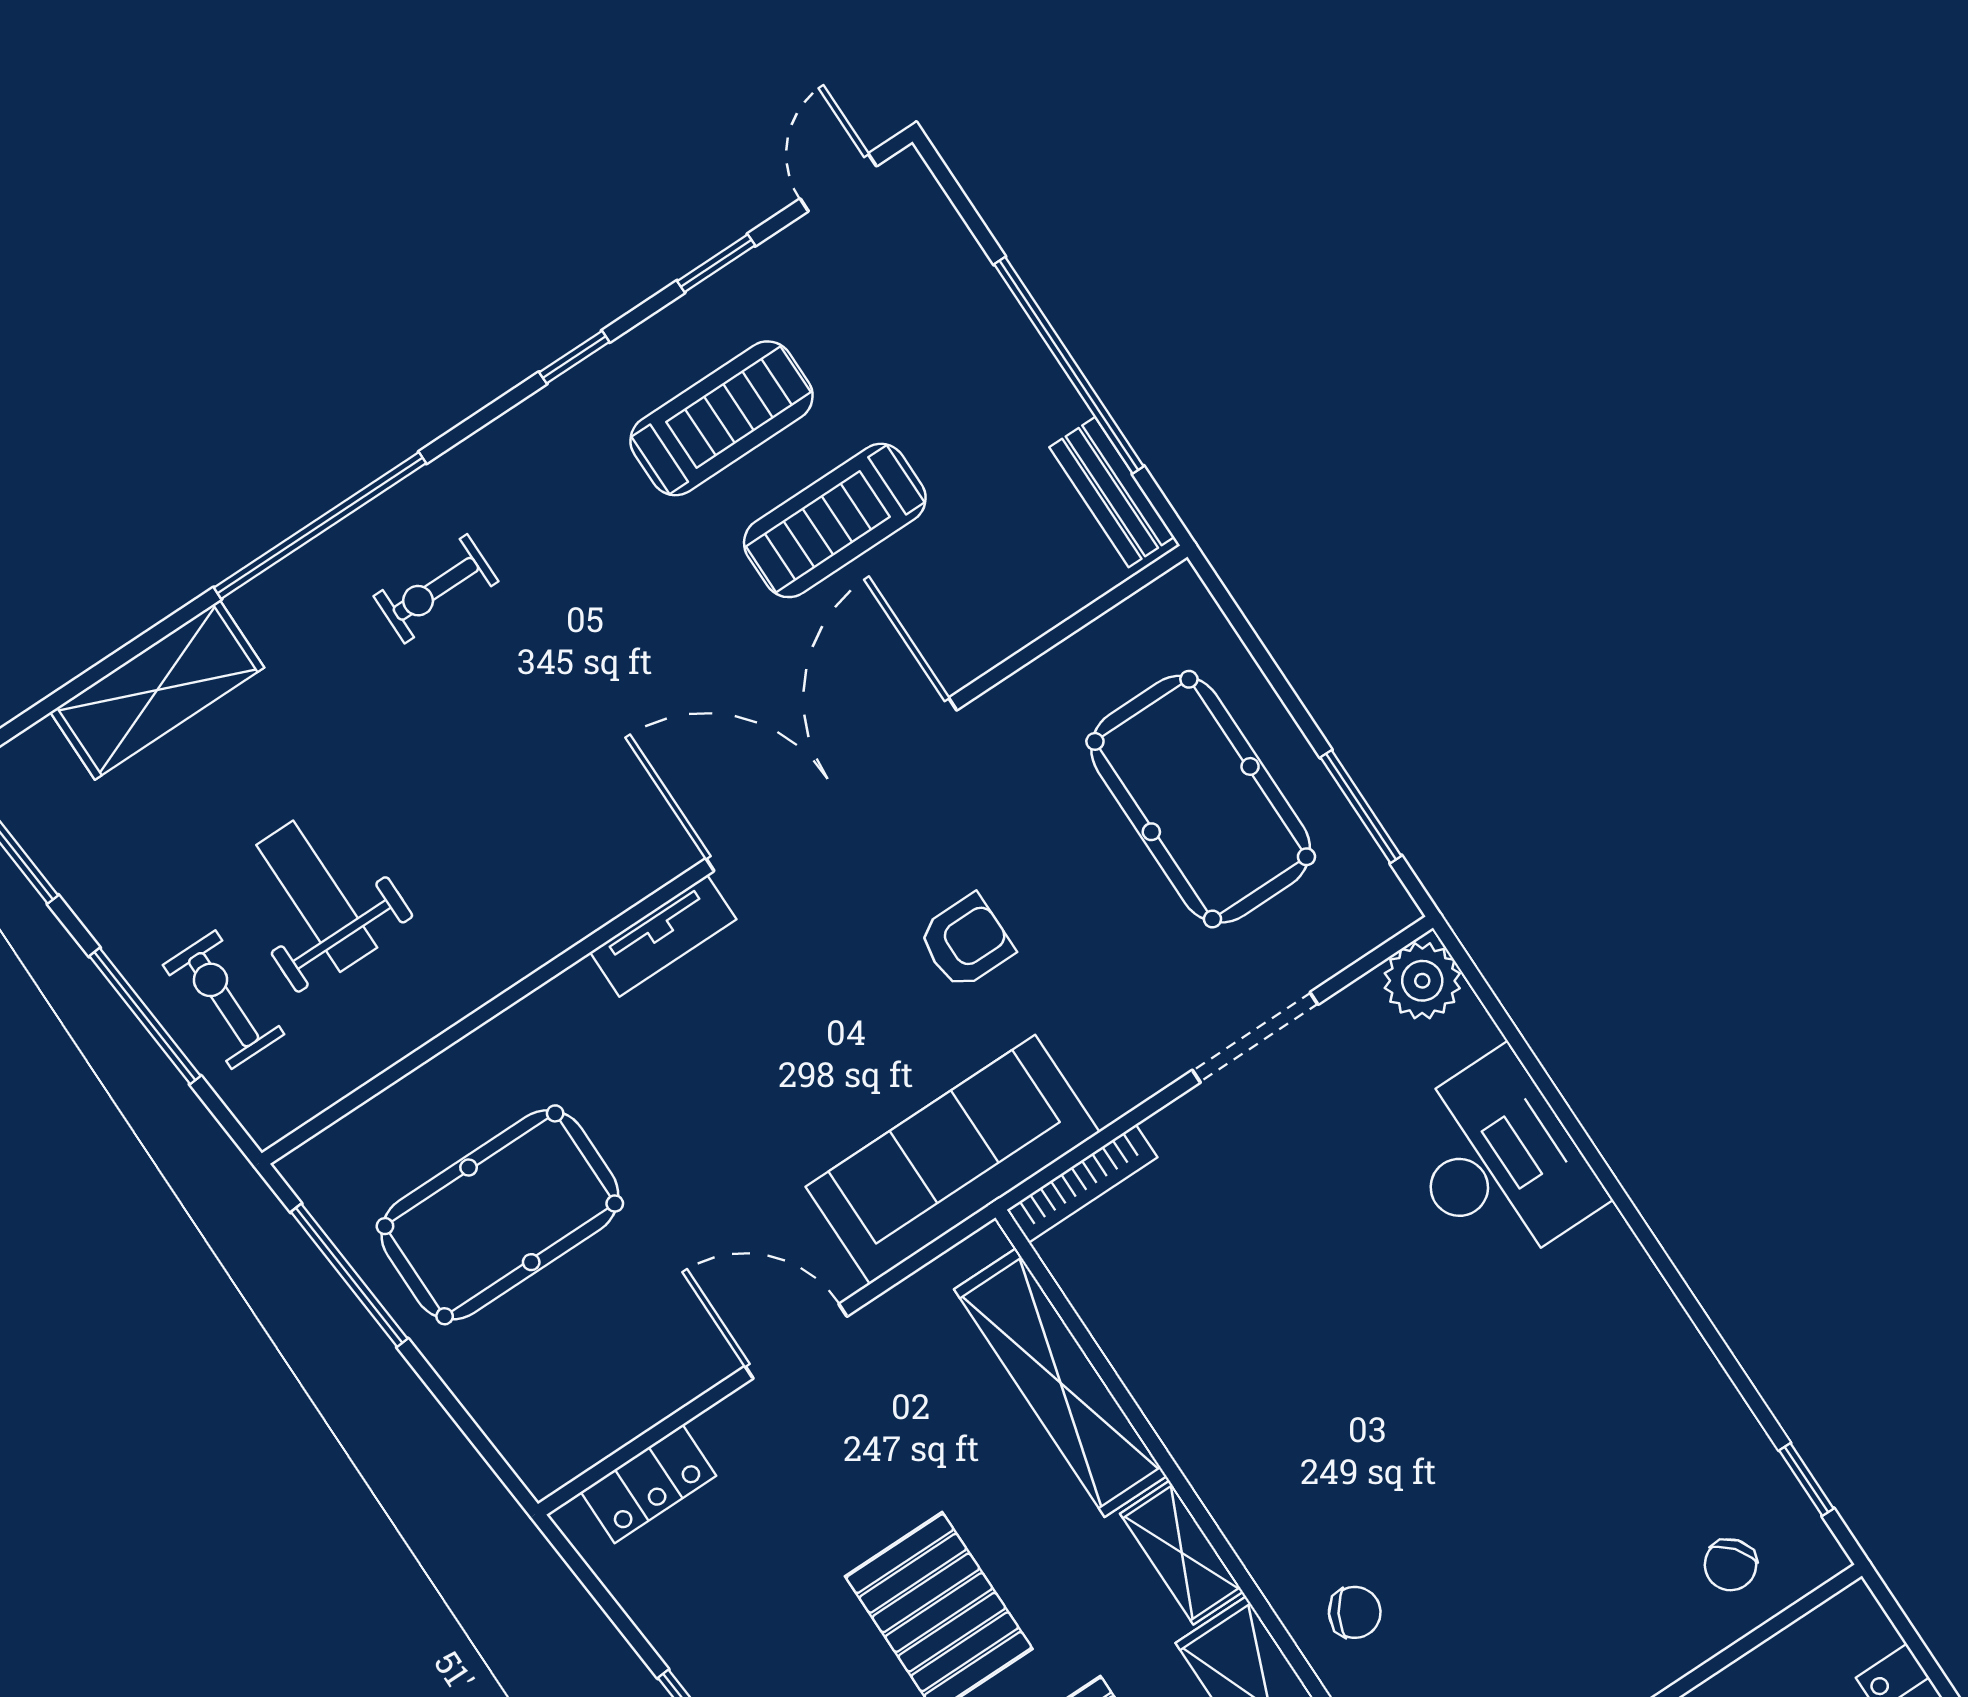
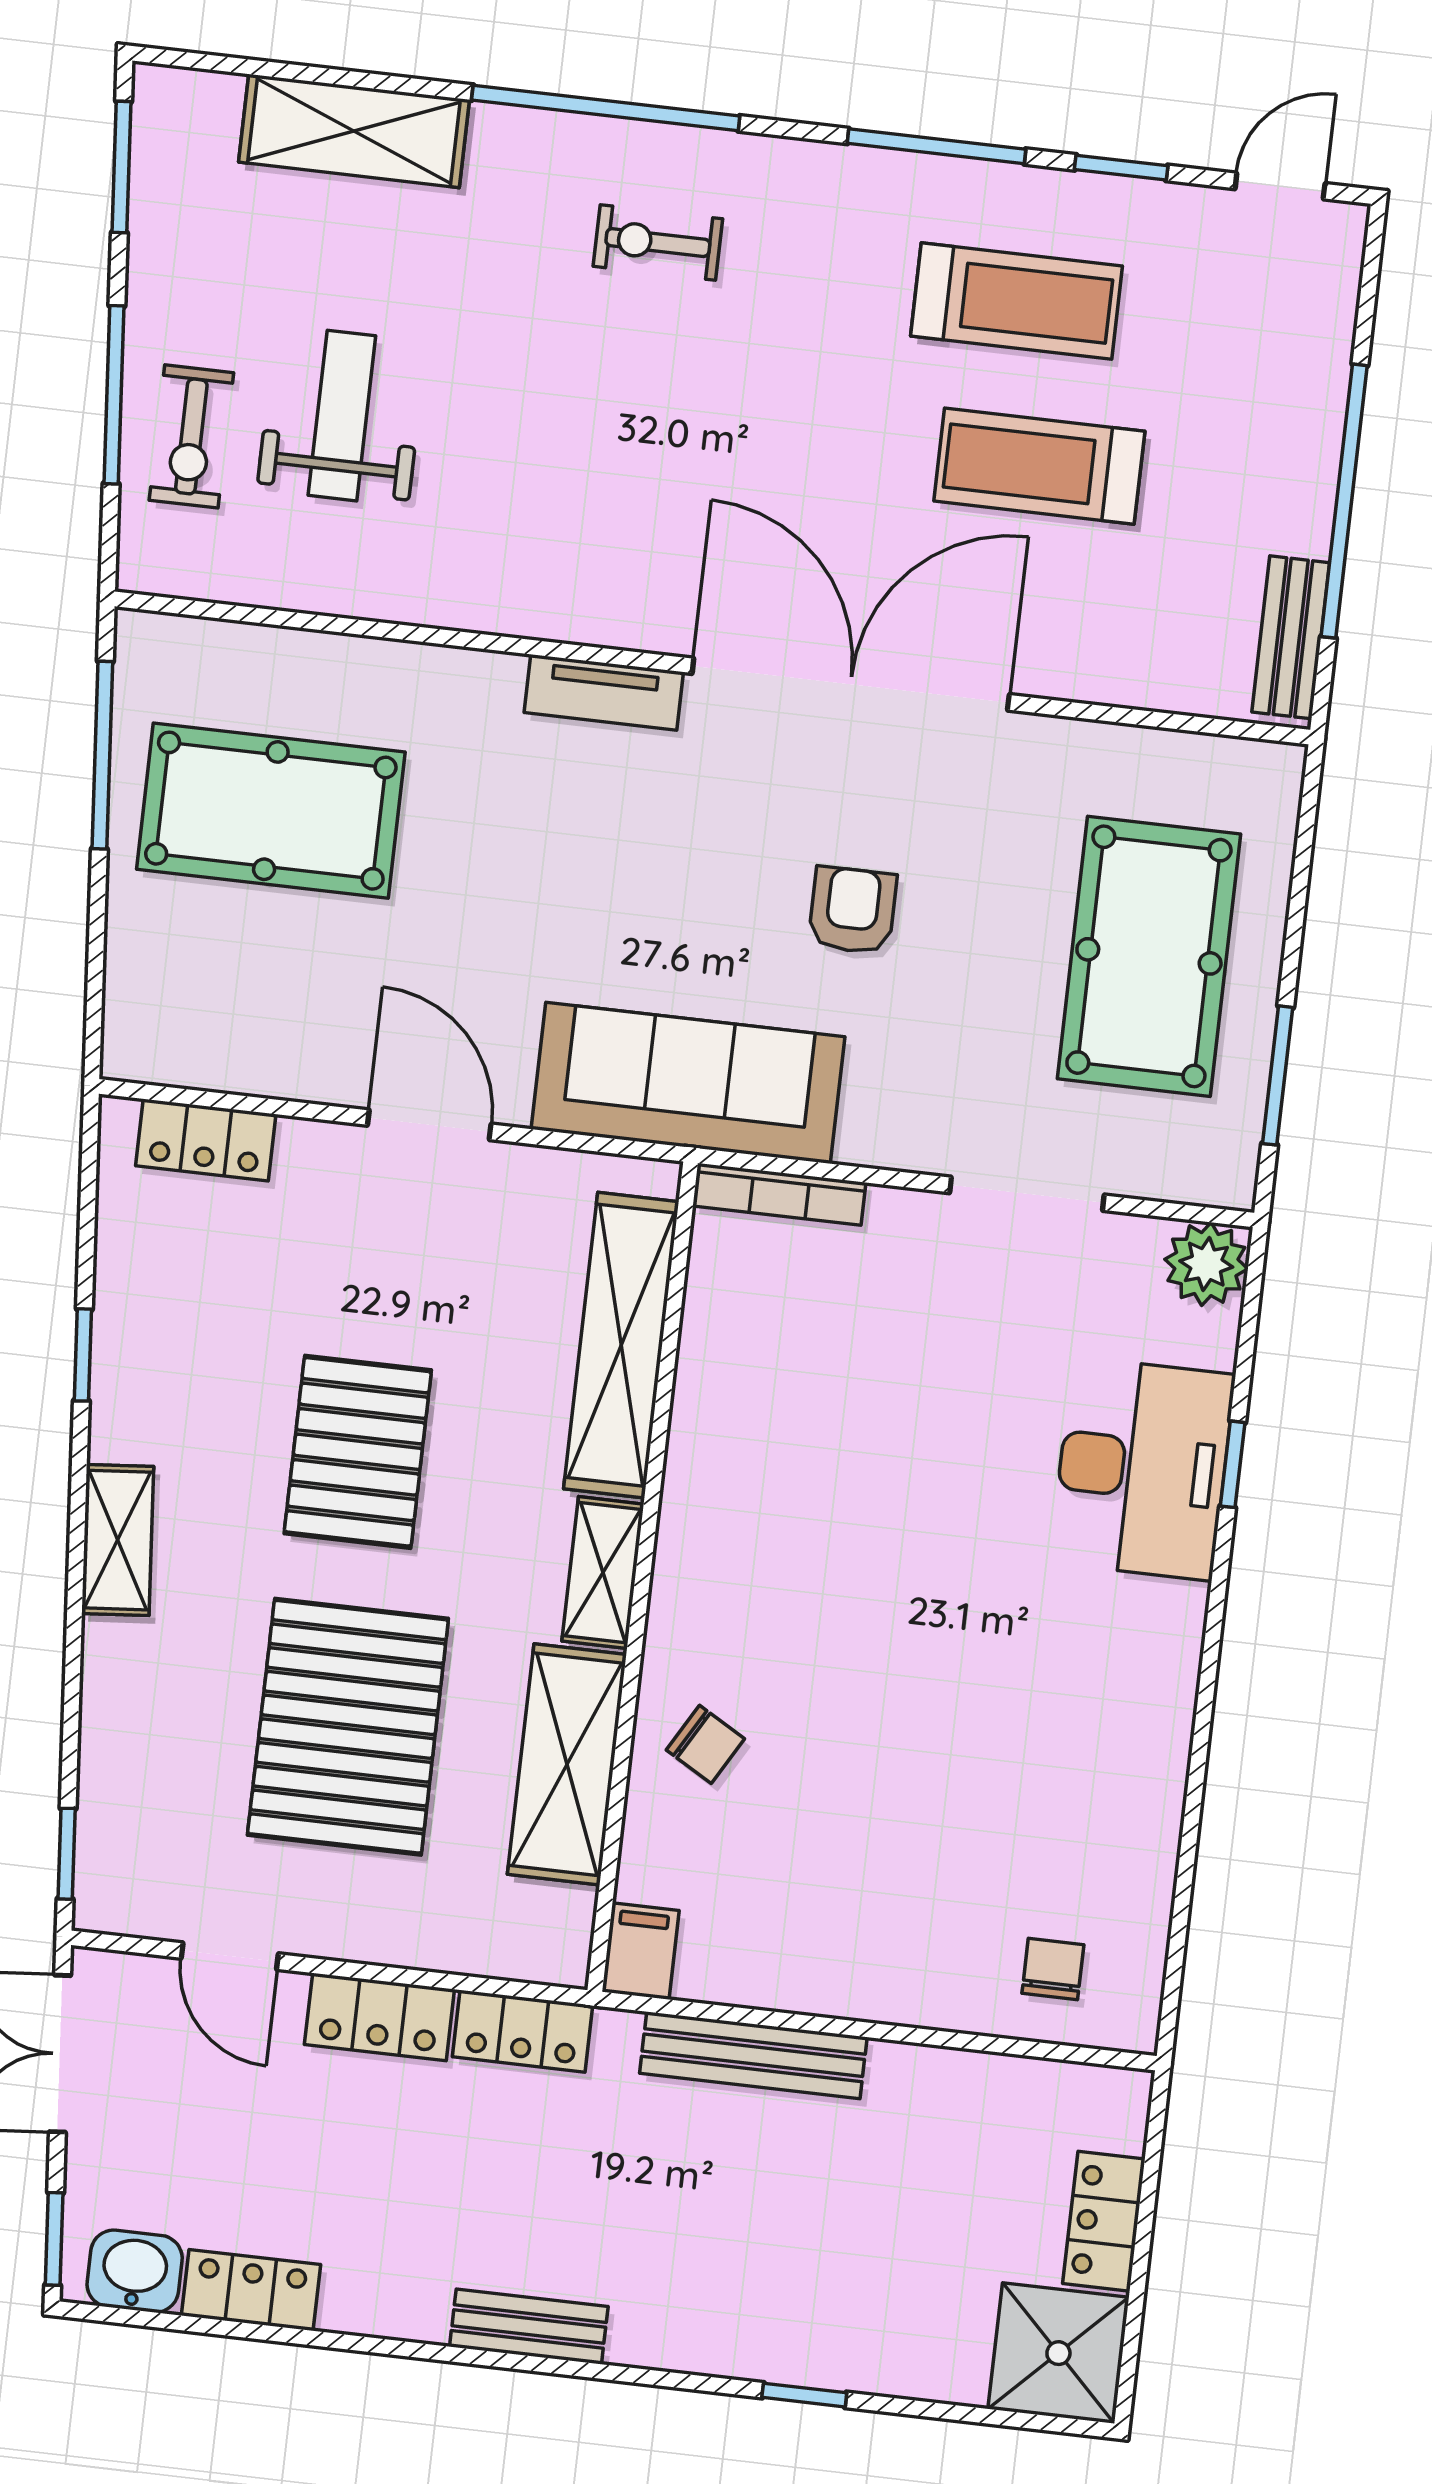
window: (574, 357) -> (937, 146), width x2.17
armchair: (966, 942) -> (852, 910), turned -90
exercise bike: (224, 1000) -> (191, 436), turned 180
window: (1806, 1480) -> (1233, 1464), moved
chair: (1730, 1565) -> (1053, 1969), turned 129

